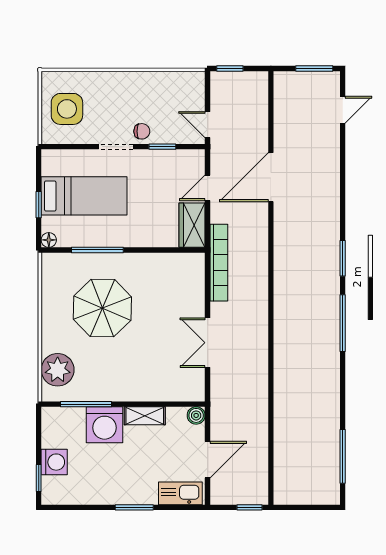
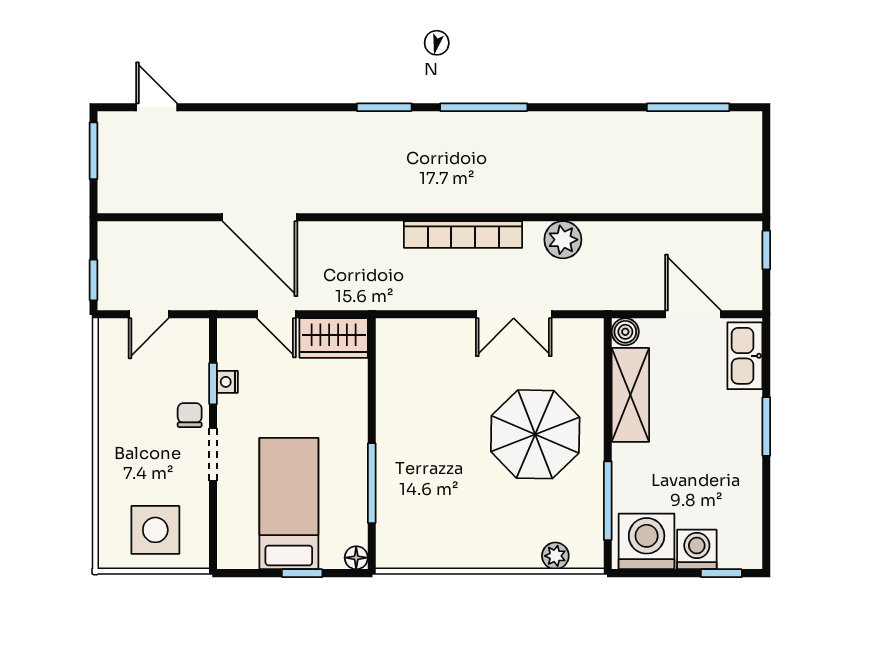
door: (208, 125) -> (149, 314), moved
nightstand: (163, 156) -> (227, 382), added
bookcase: (219, 263) -> (463, 235), moved, turned 180
parasol: (102, 308) -> (535, 434), moved
plant: (58, 370) -> (555, 556), width x0.53, depth x0.53
plant: (256, 375) -> (563, 240), added
shelving: (145, 416) -> (630, 395), width x1.50, depth x1.33
washing machine: (105, 425) -> (647, 541), moved, turned -90

